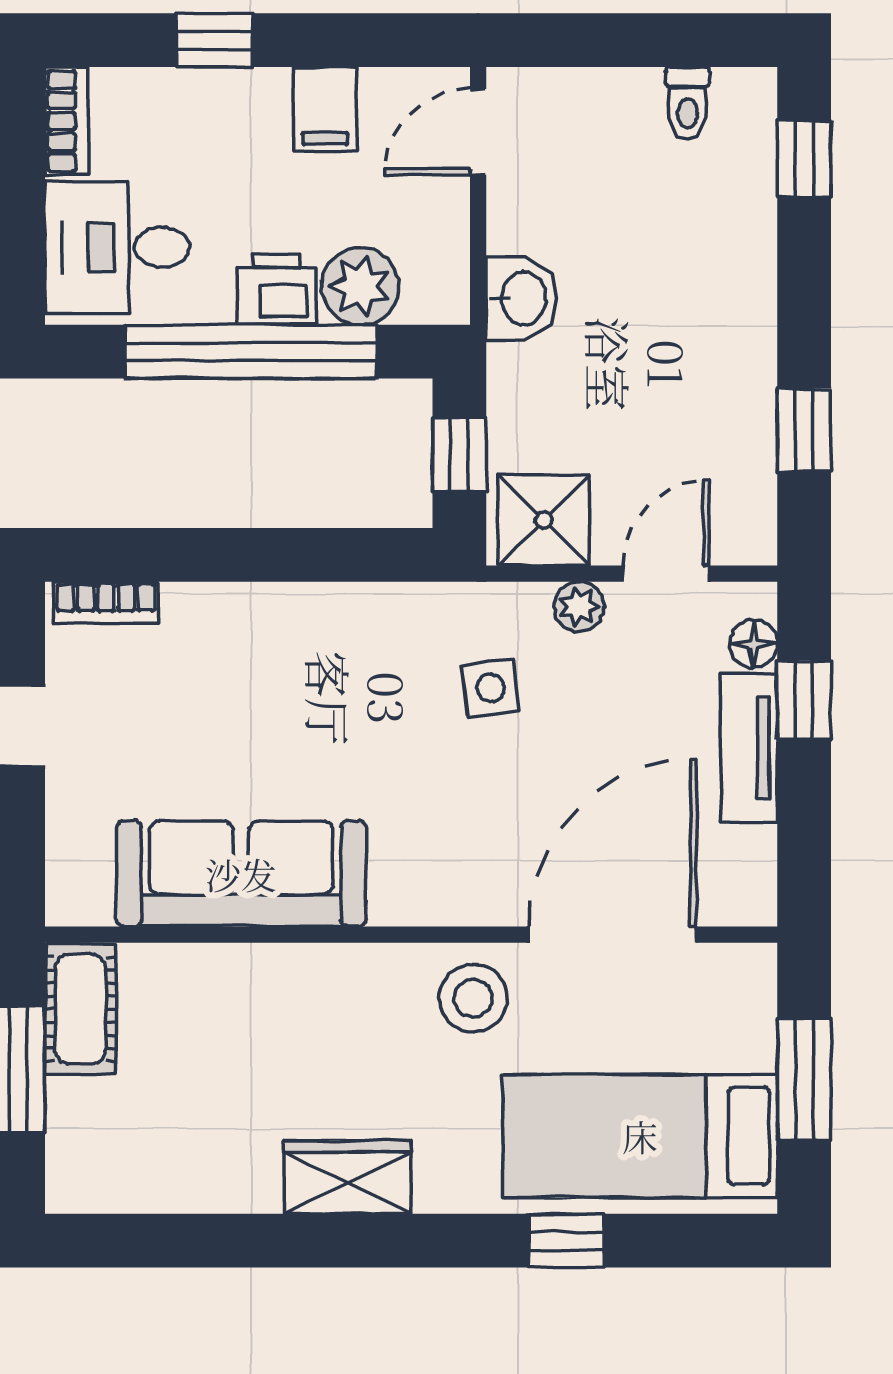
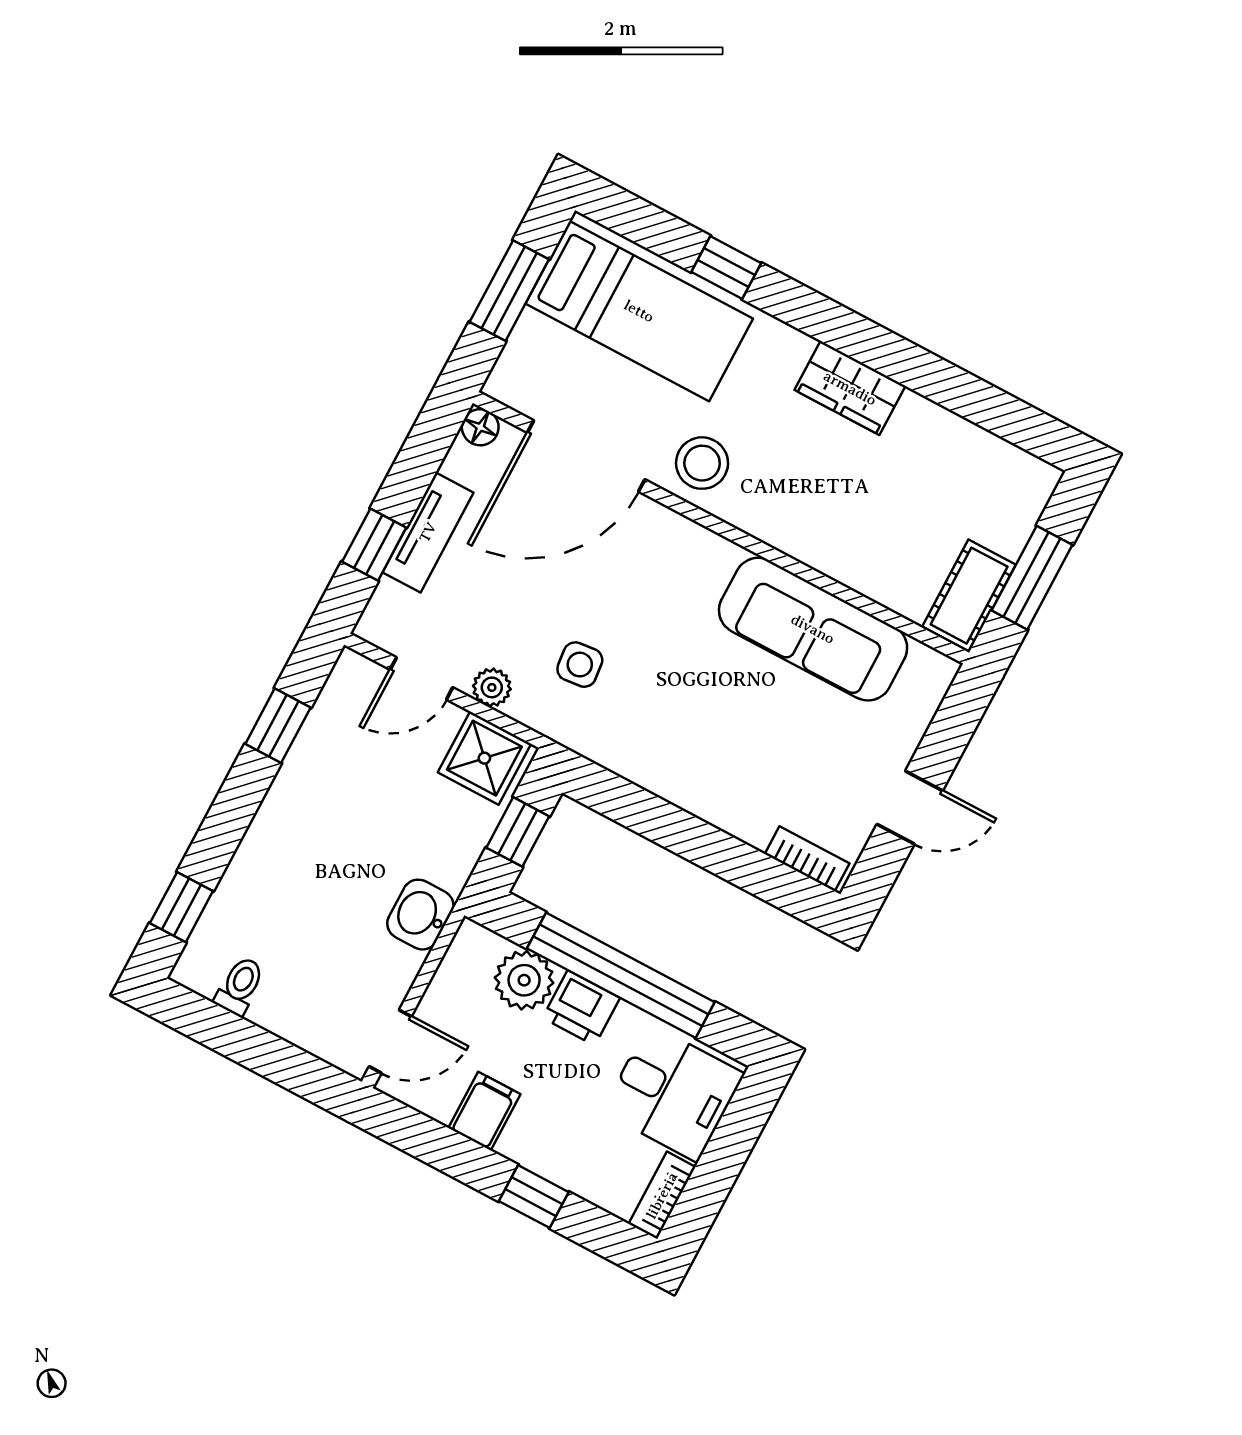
floor lamp: (753, 644) -> (480, 427), moved

